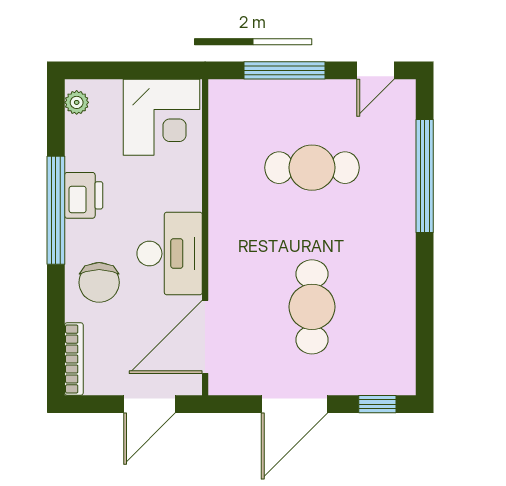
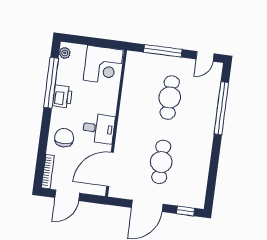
cafe table: (312, 168) -> (170, 97), turned 90
window: (56, 210) -> (51, 83), moved
desk: (170, 254) -> (99, 129), width x0.73
chair: (99, 282) -> (64, 138), turned 180
door: (150, 404) -> (67, 195), moved

